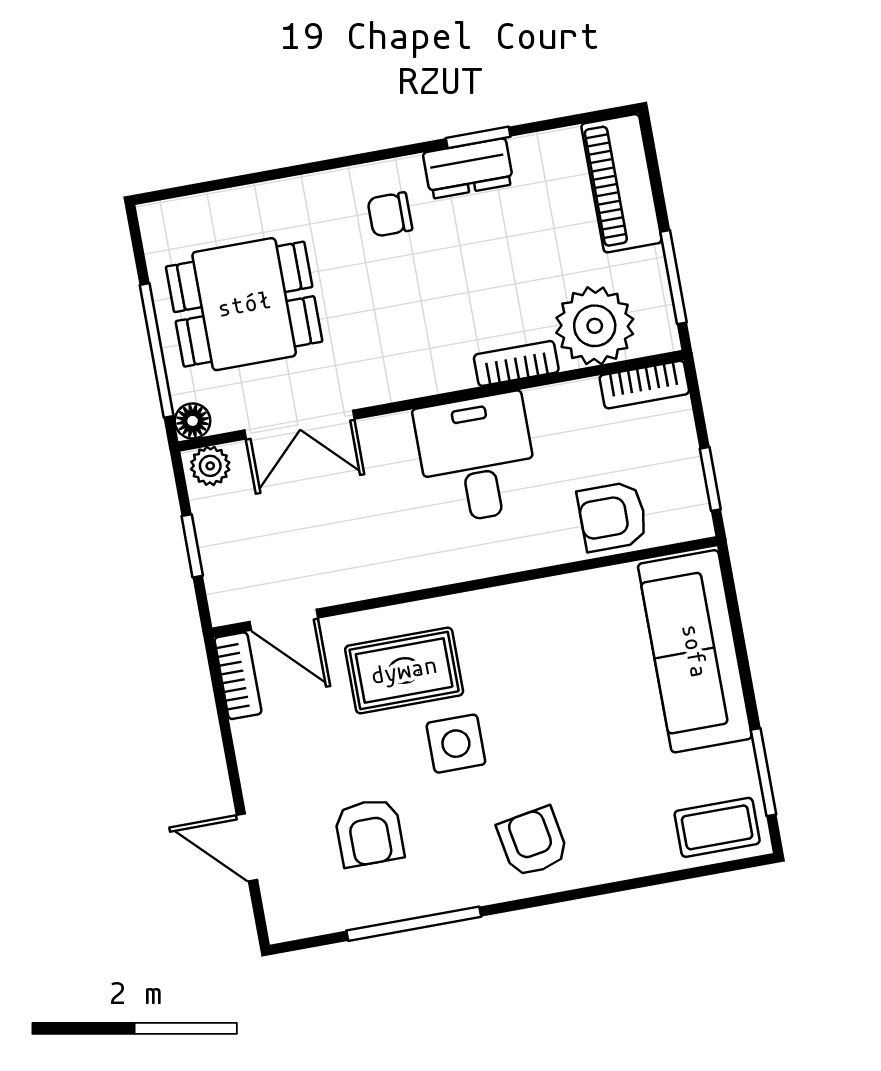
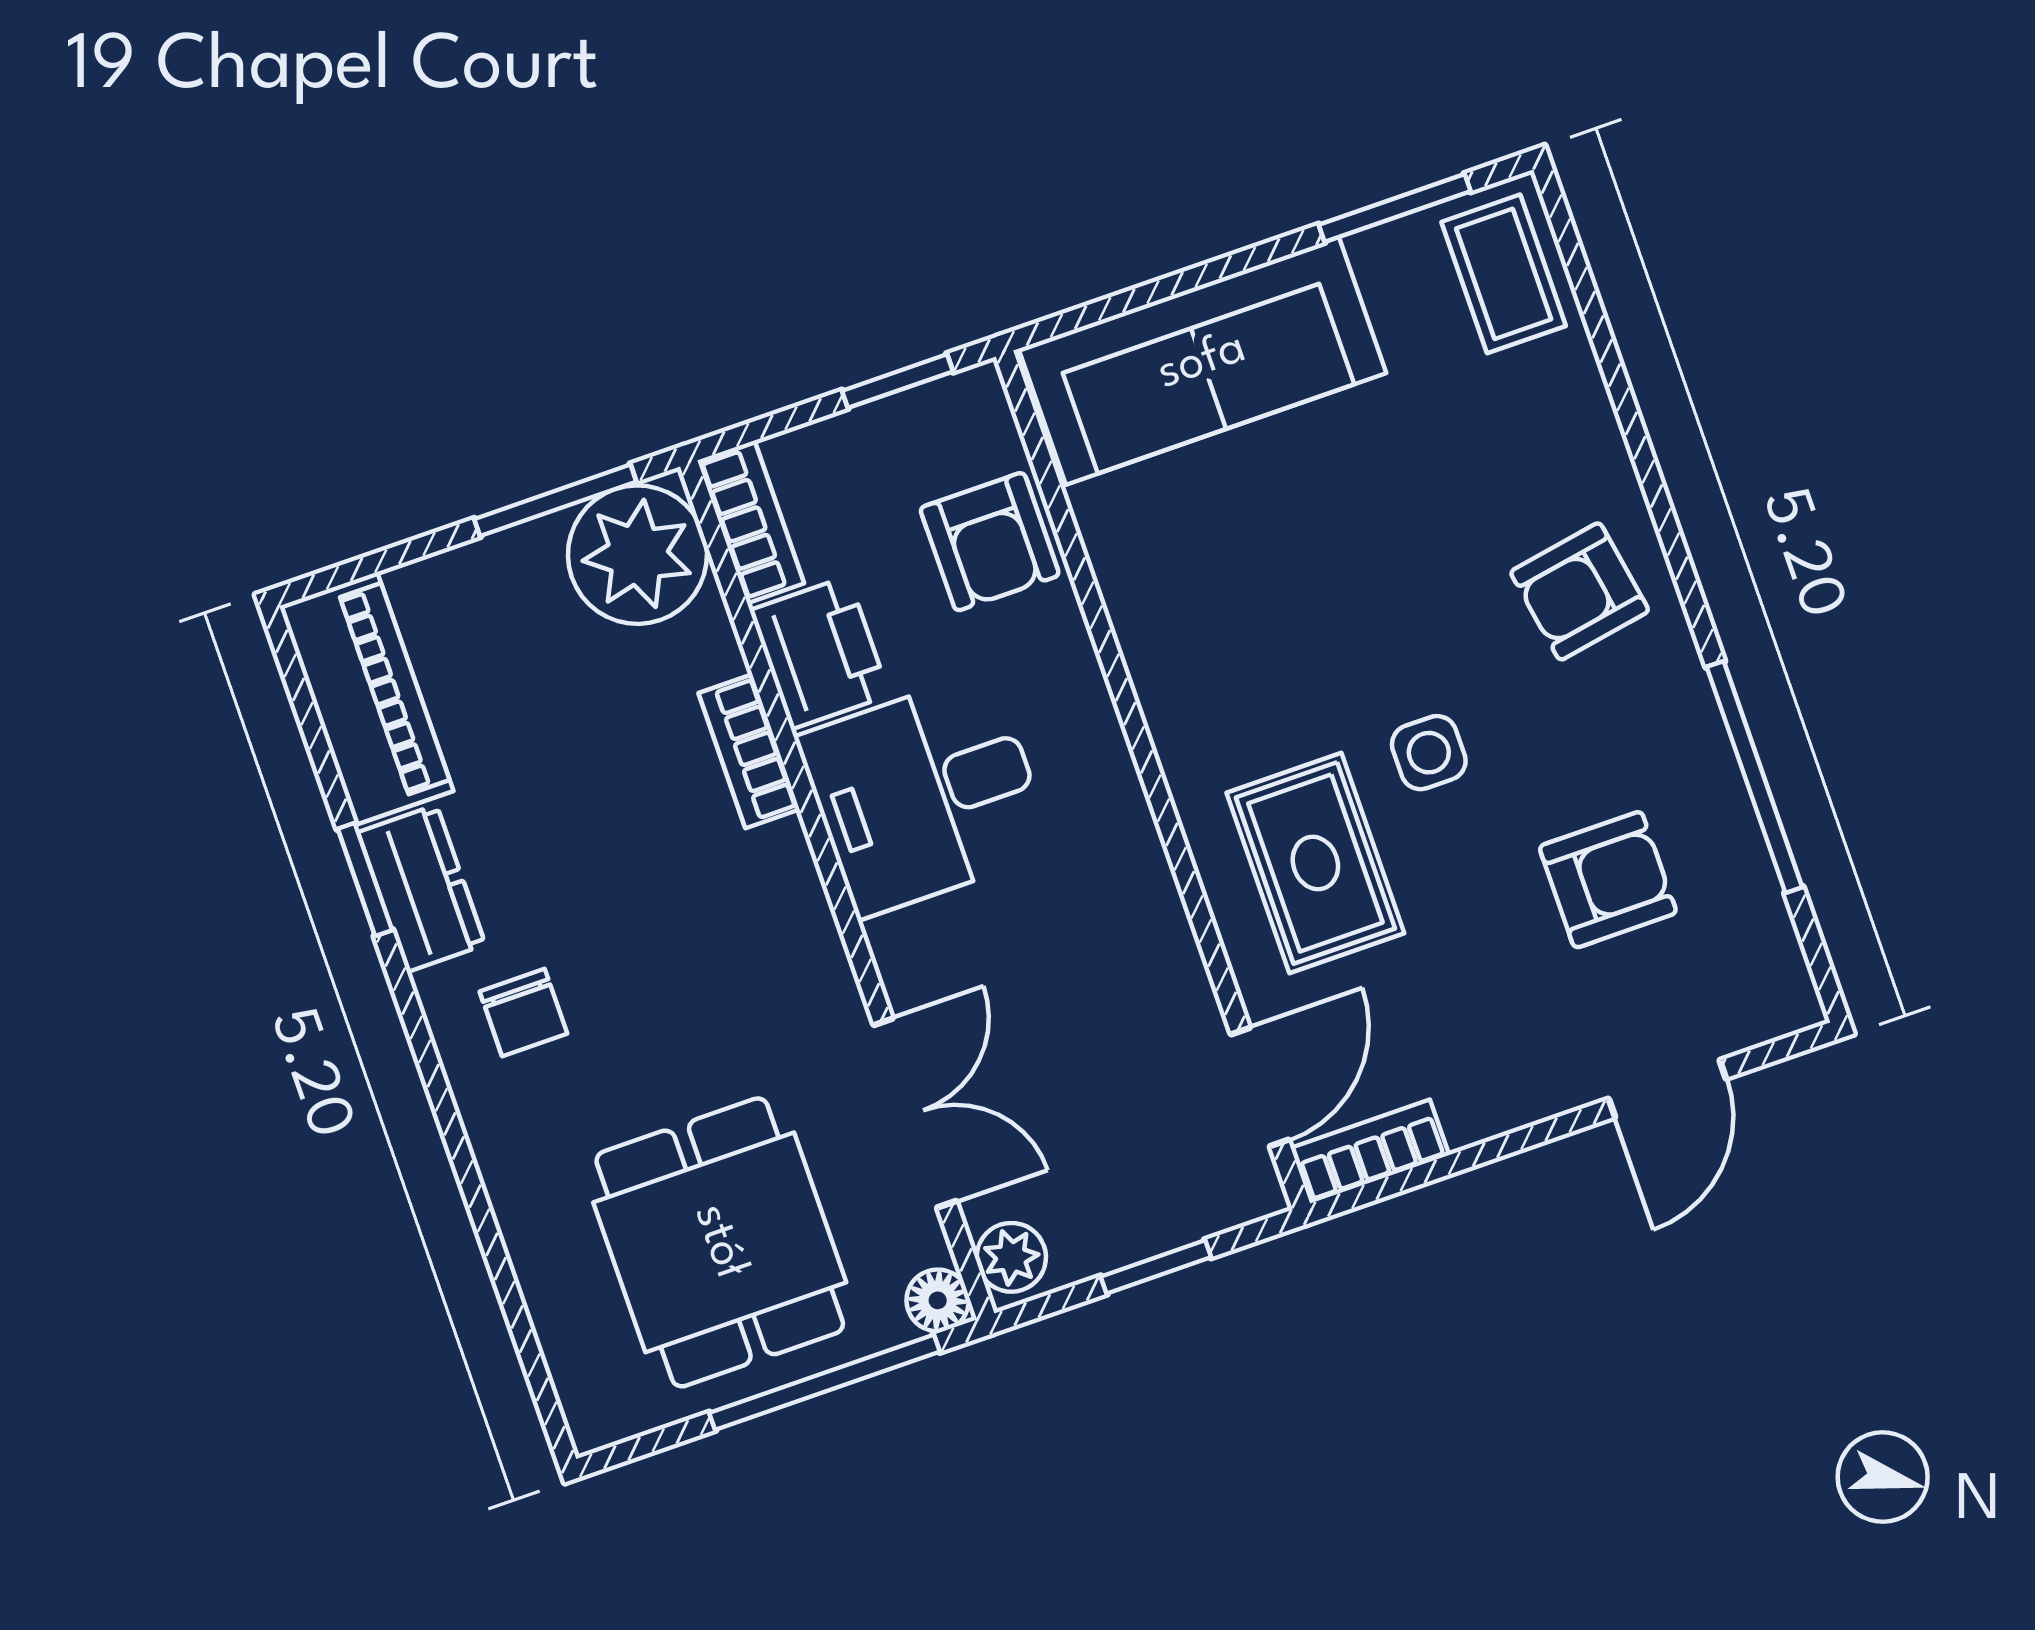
piano: (621, 183) -> (366, 699), moved, turned -90
plant: (595, 326) -> (637, 555), moved
printer: (565, 412) -> (820, 653), added
side table: (456, 744) -> (1429, 753), width x0.73, depth x0.73

